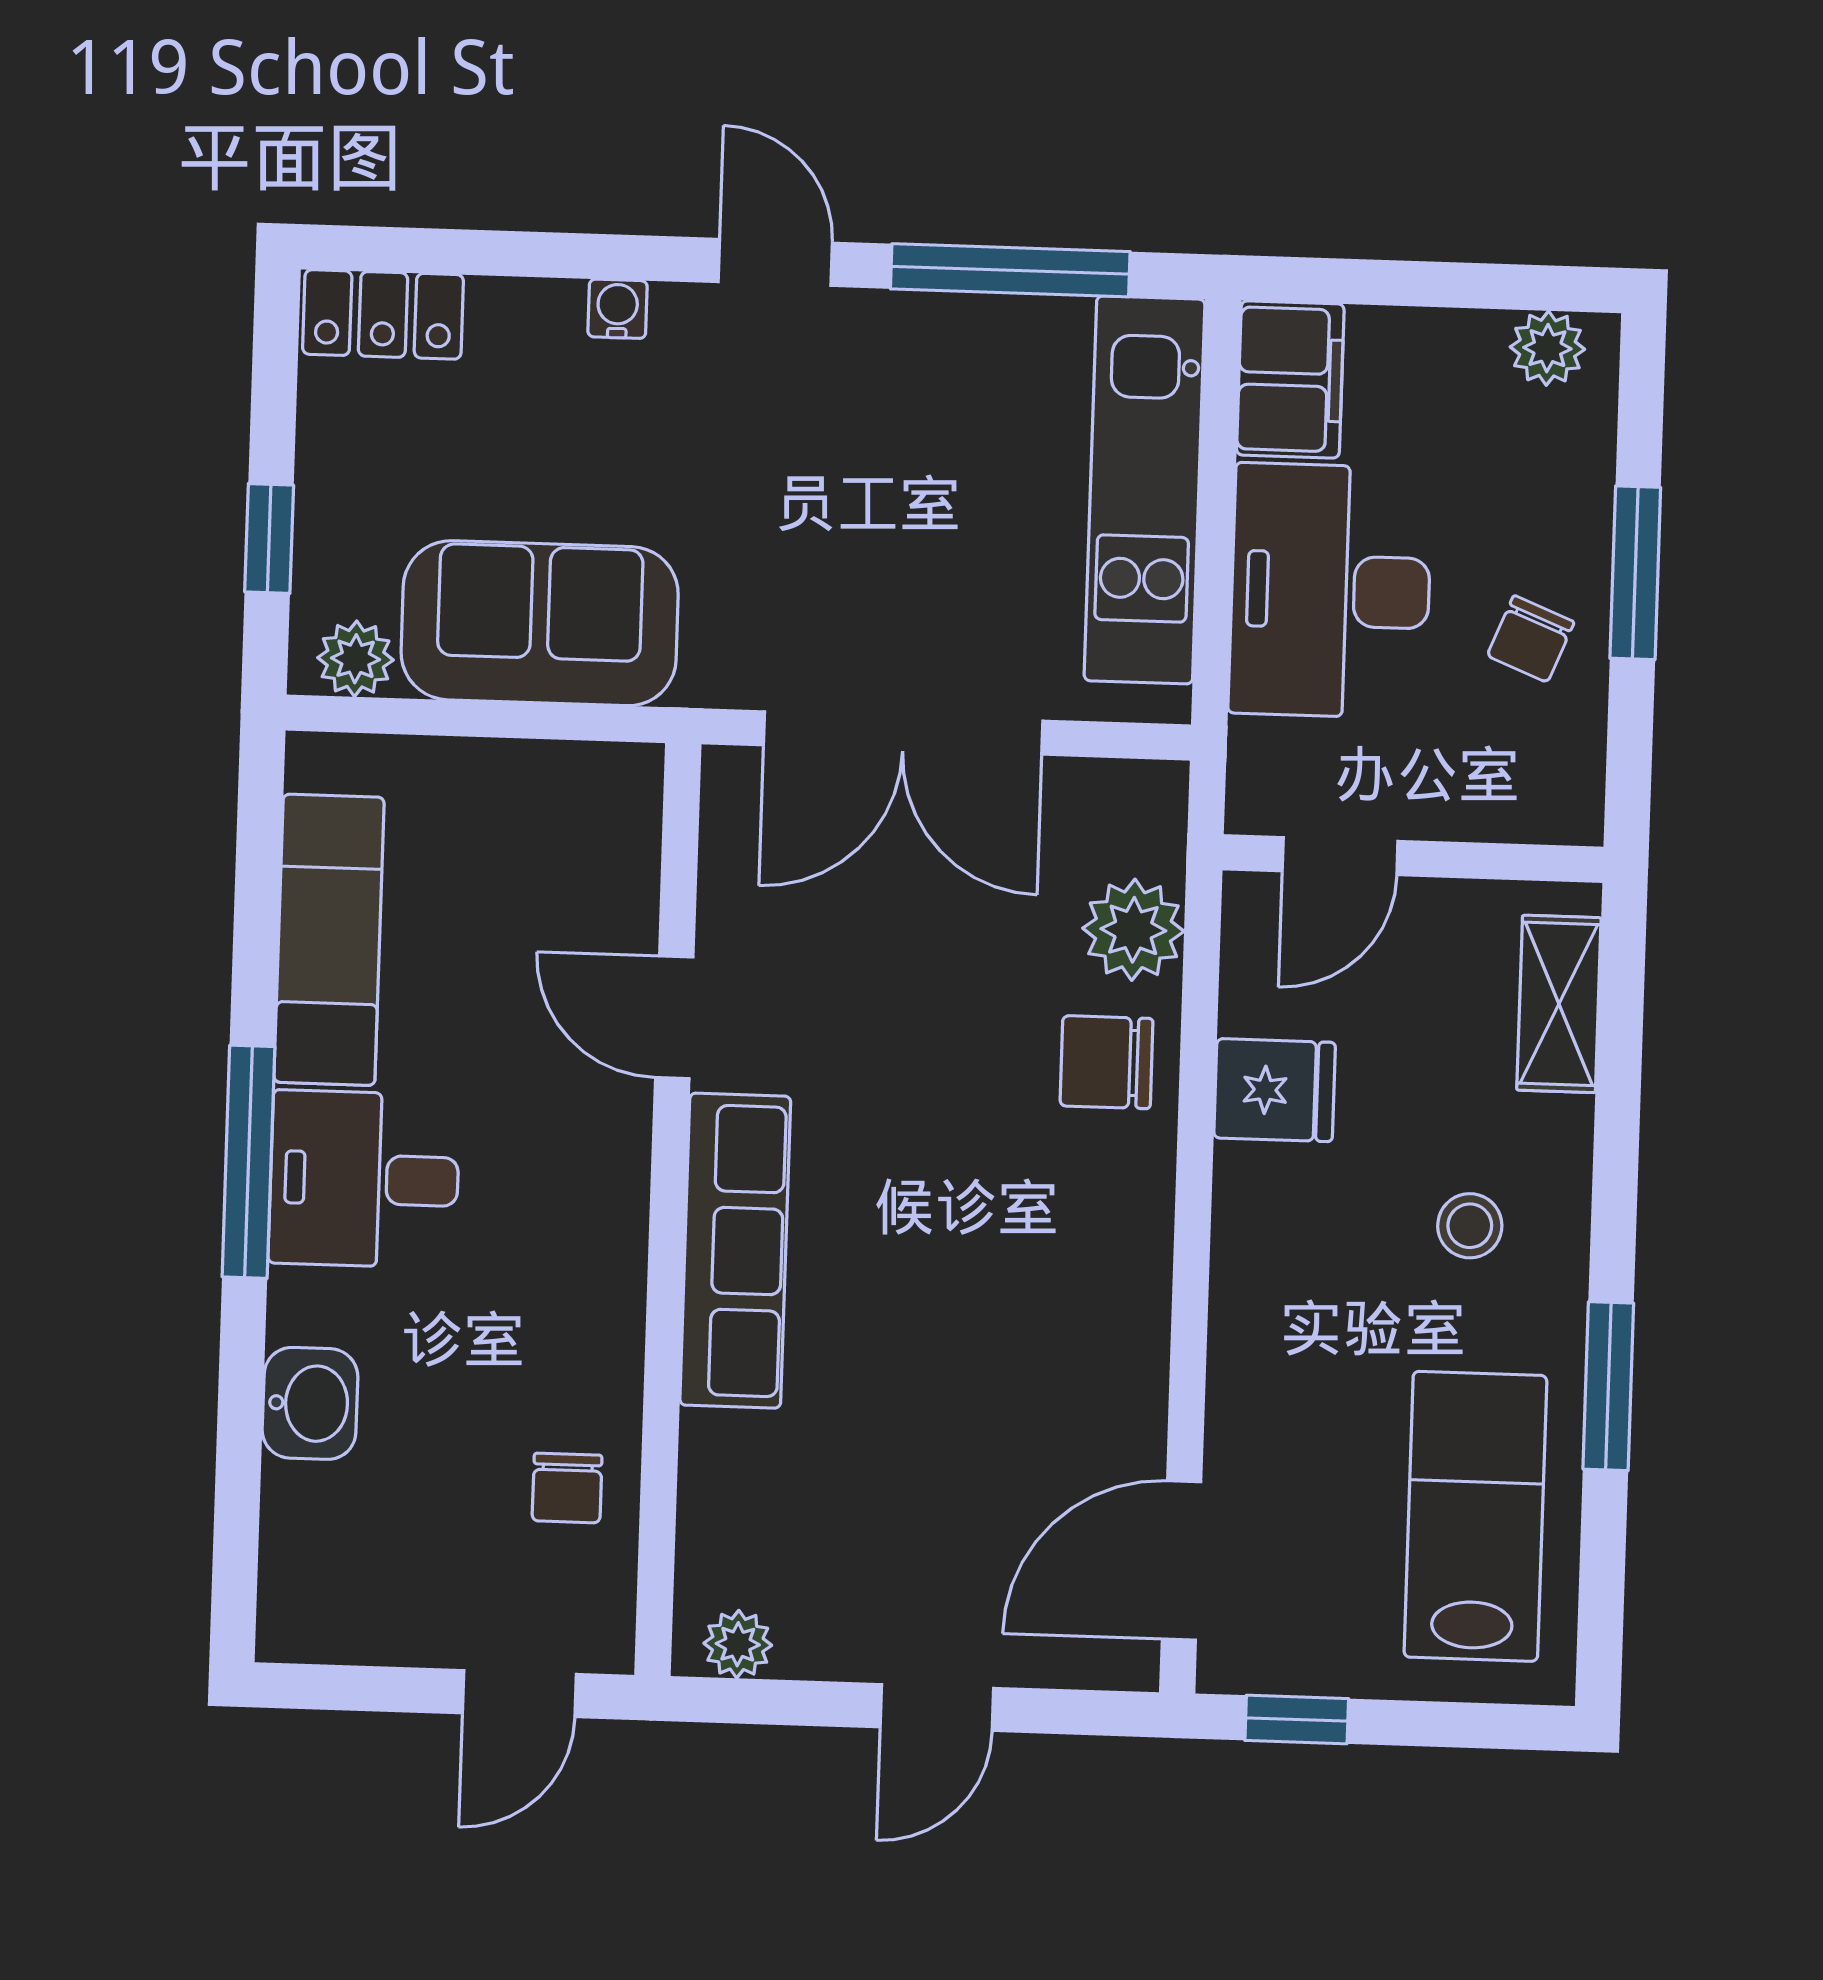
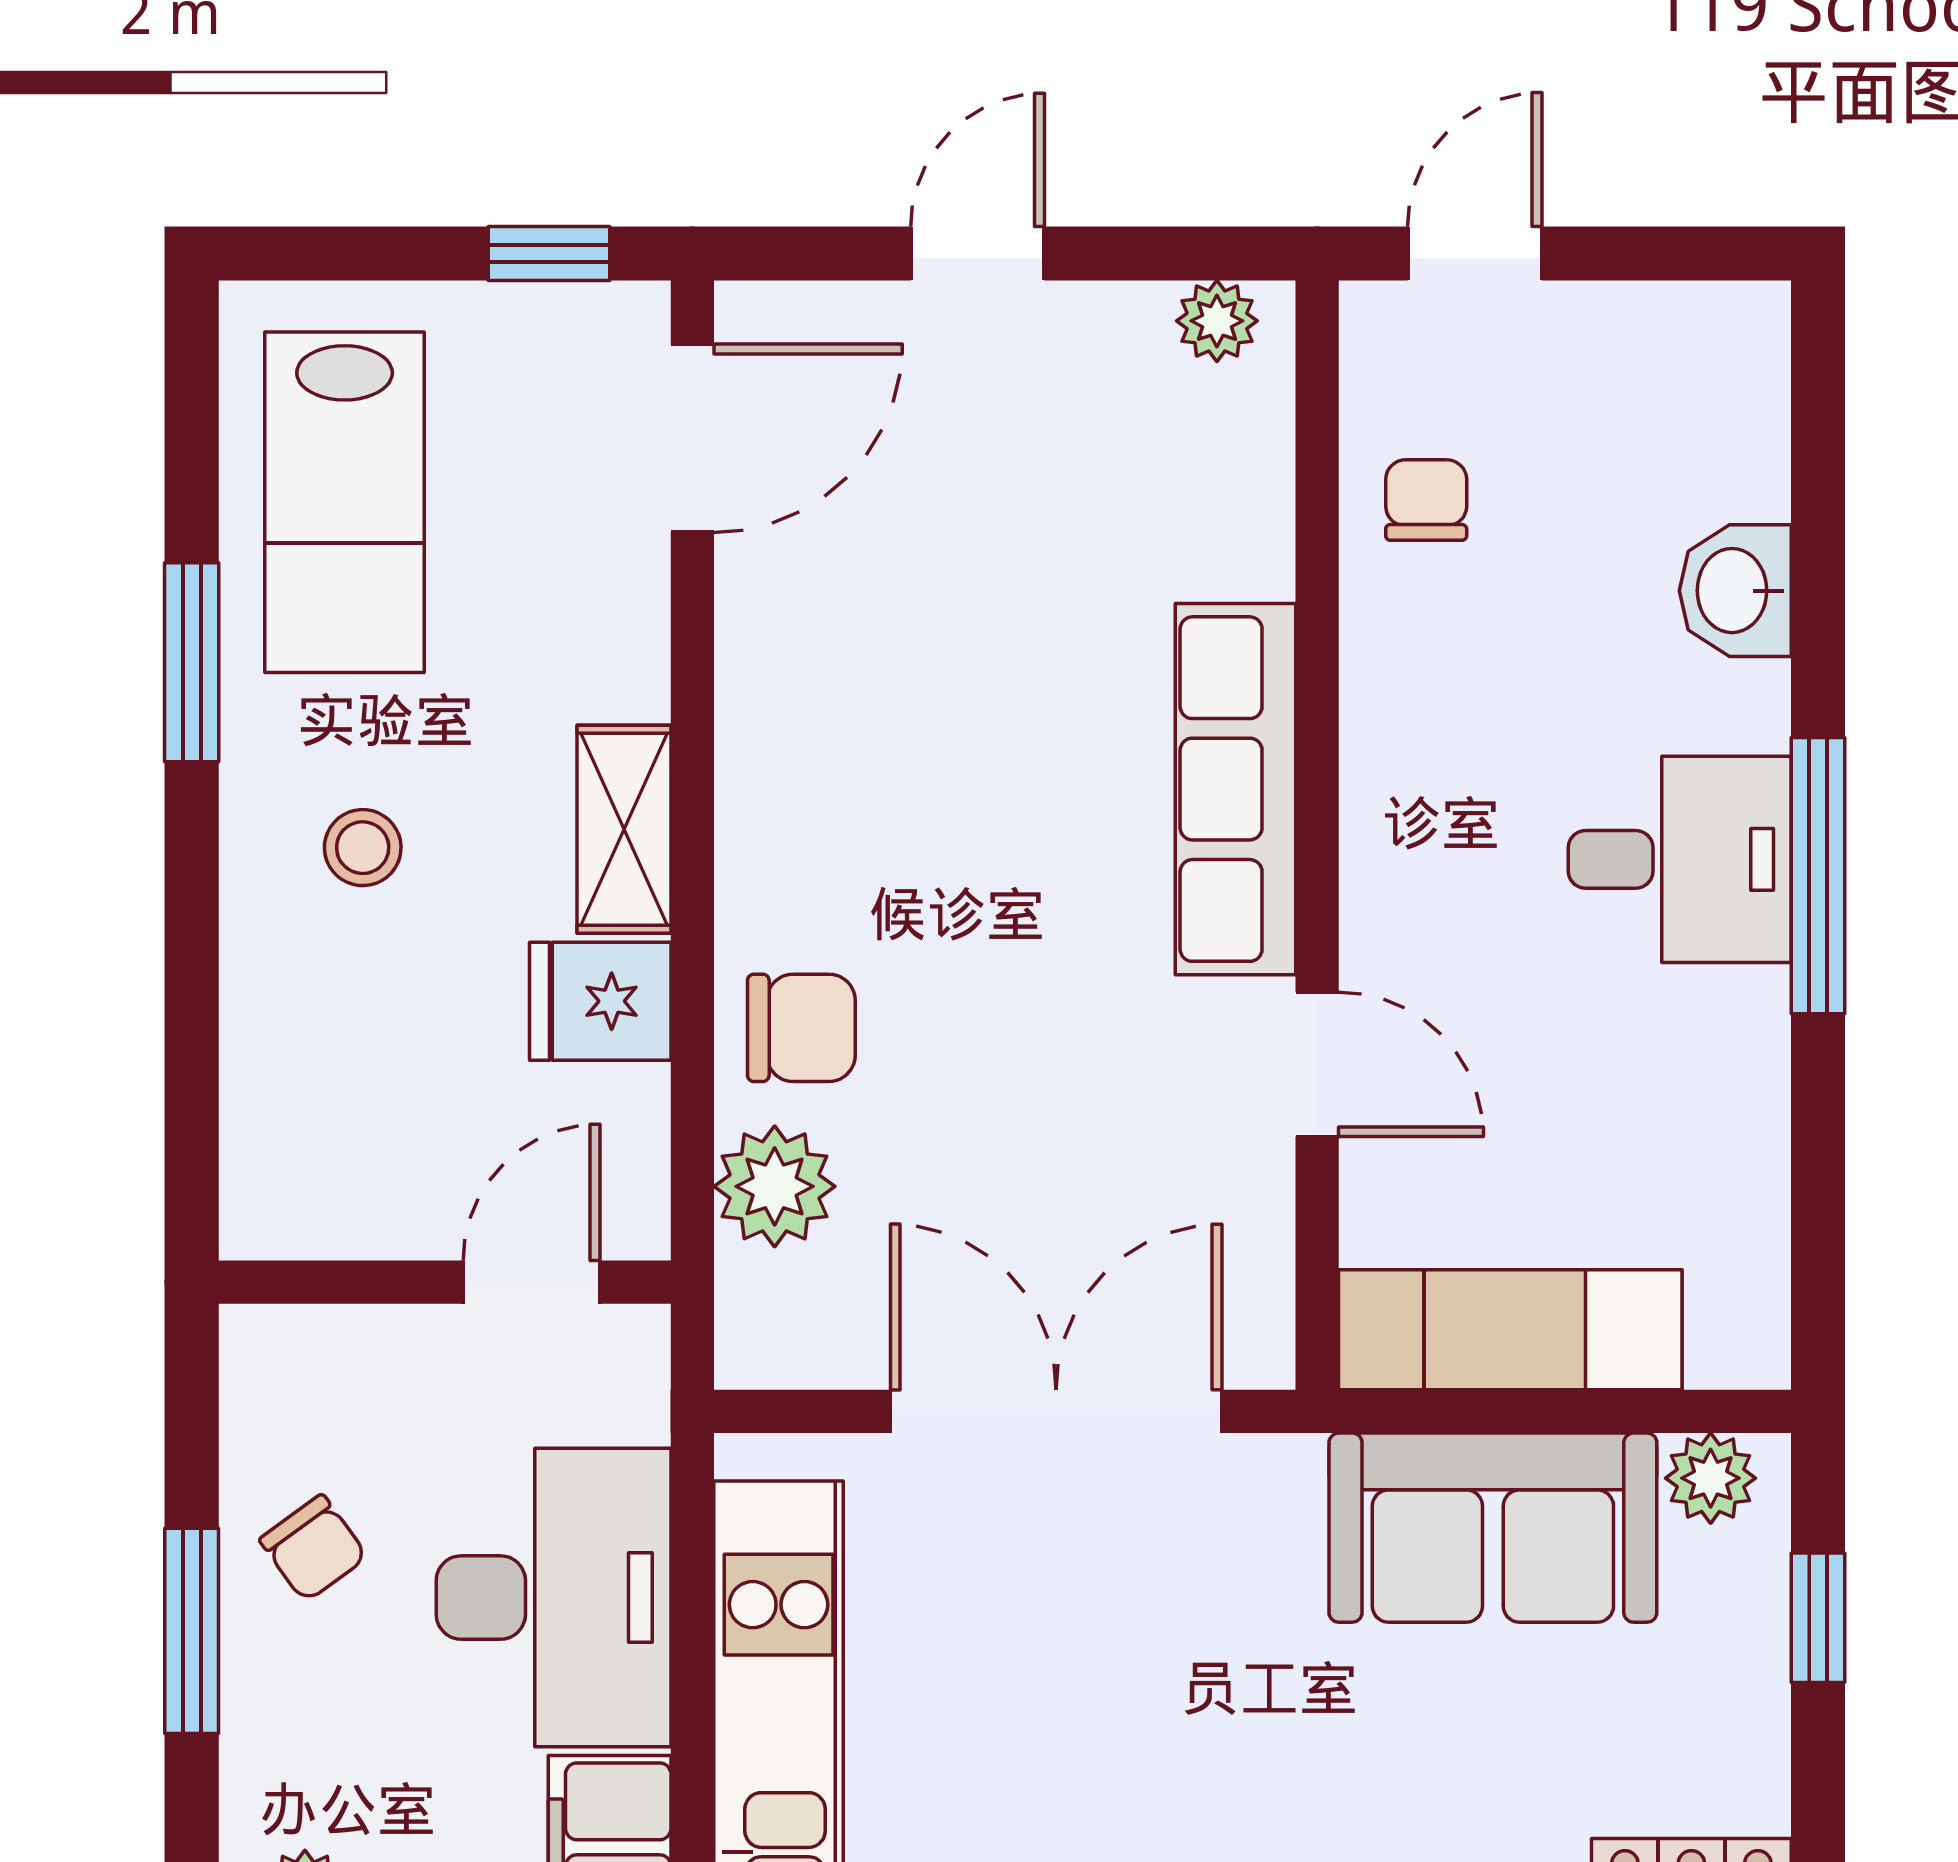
chair: (1531, 639) -> (313, 1548), turned 122
exam couch: (329, 940) -> (1510, 1330), moved, turned 90
shelving: (1559, 1004) -> (624, 829), moved

